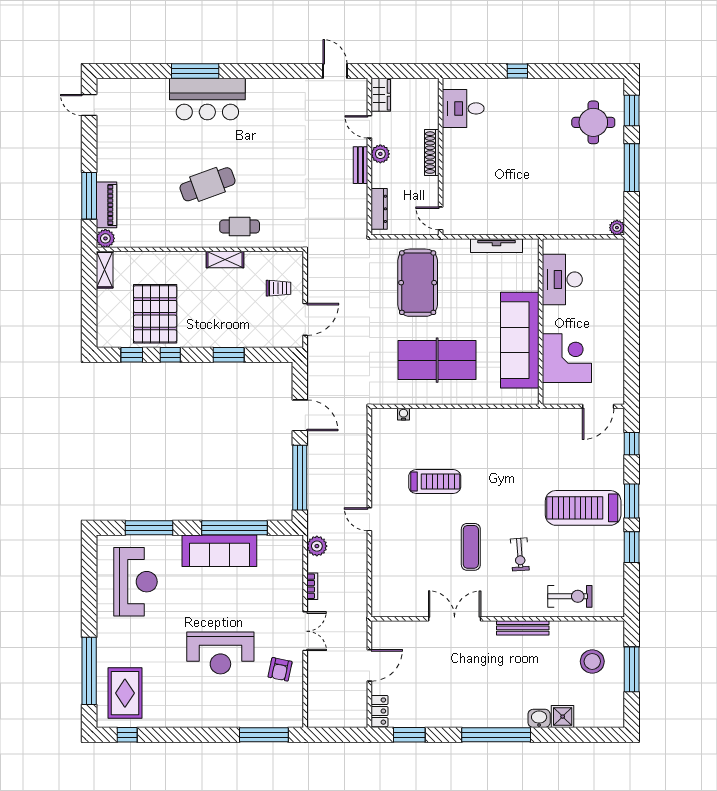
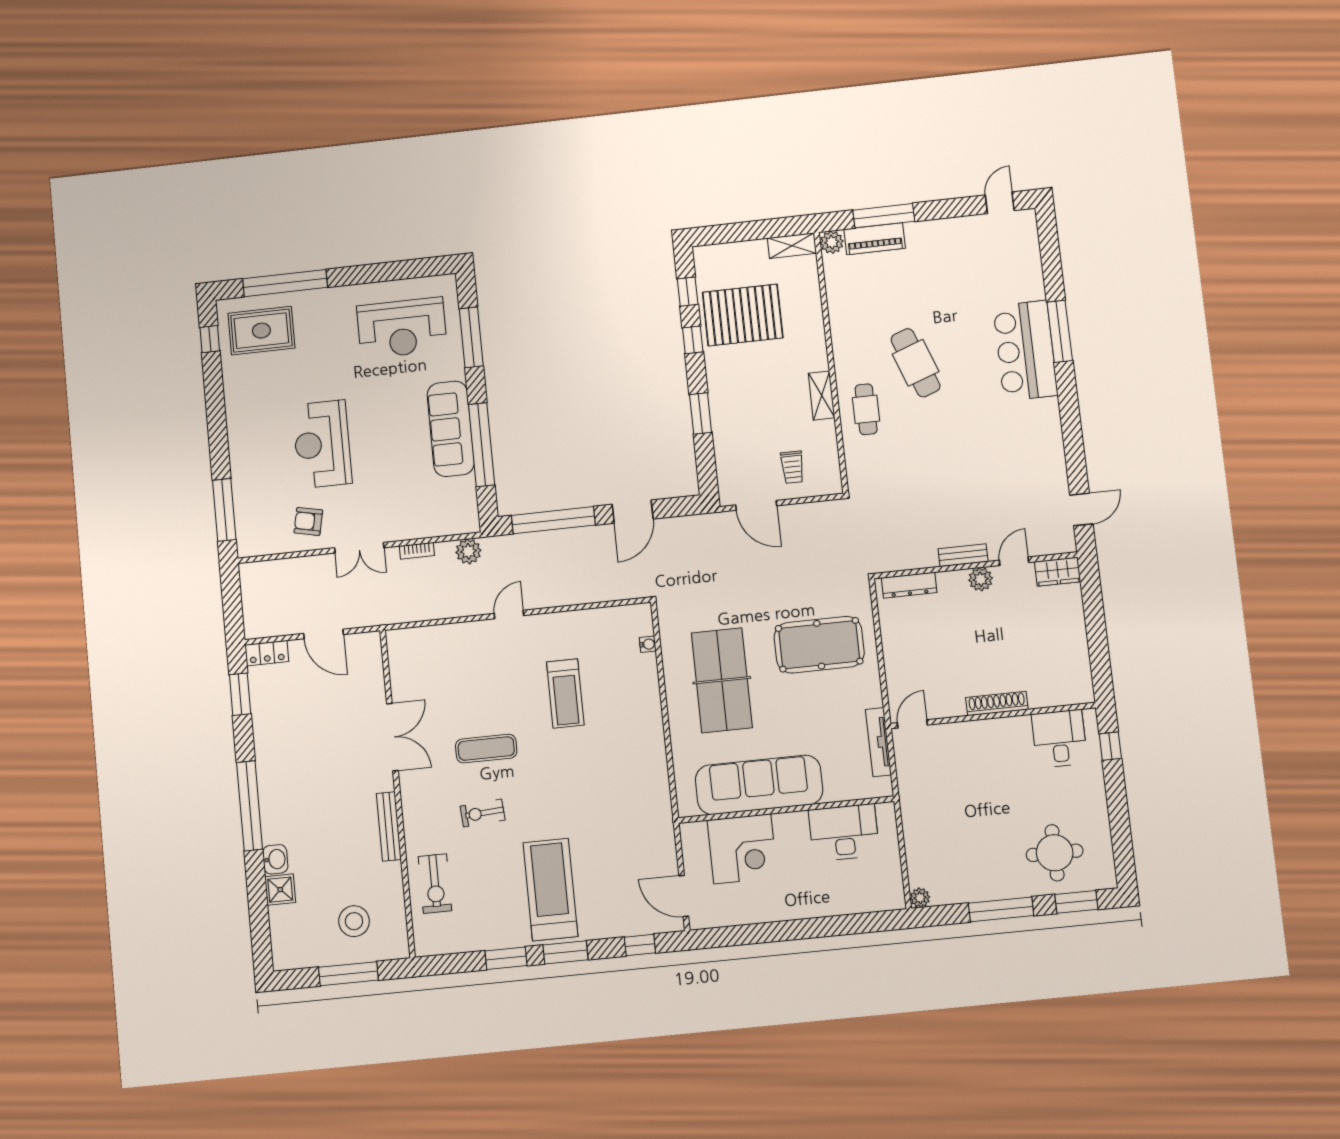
desk: (463, 108) -> (1059, 739), moved
shoe rack: (432, 153) -> (997, 703), moved
wall: (441, 157) -> (993, 716), moved
door: (441, 218) -> (912, 724), moved

